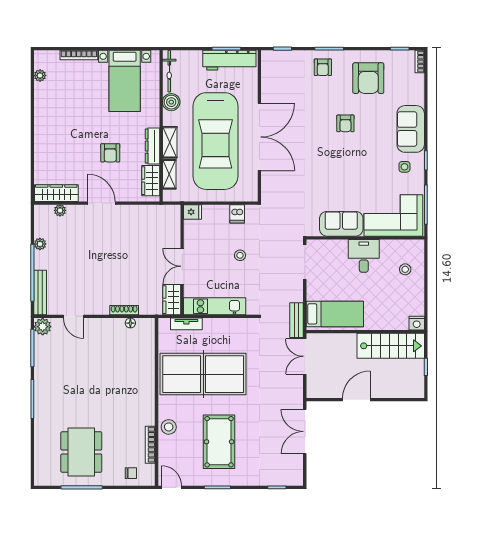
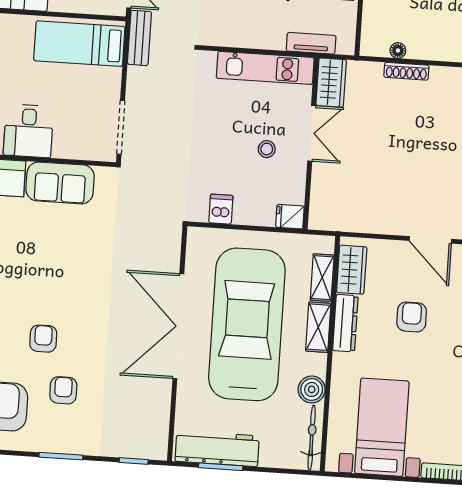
armchair: (323, 67) -> (63, 390), moved
stool: (240, 255) -> (267, 149), moved

